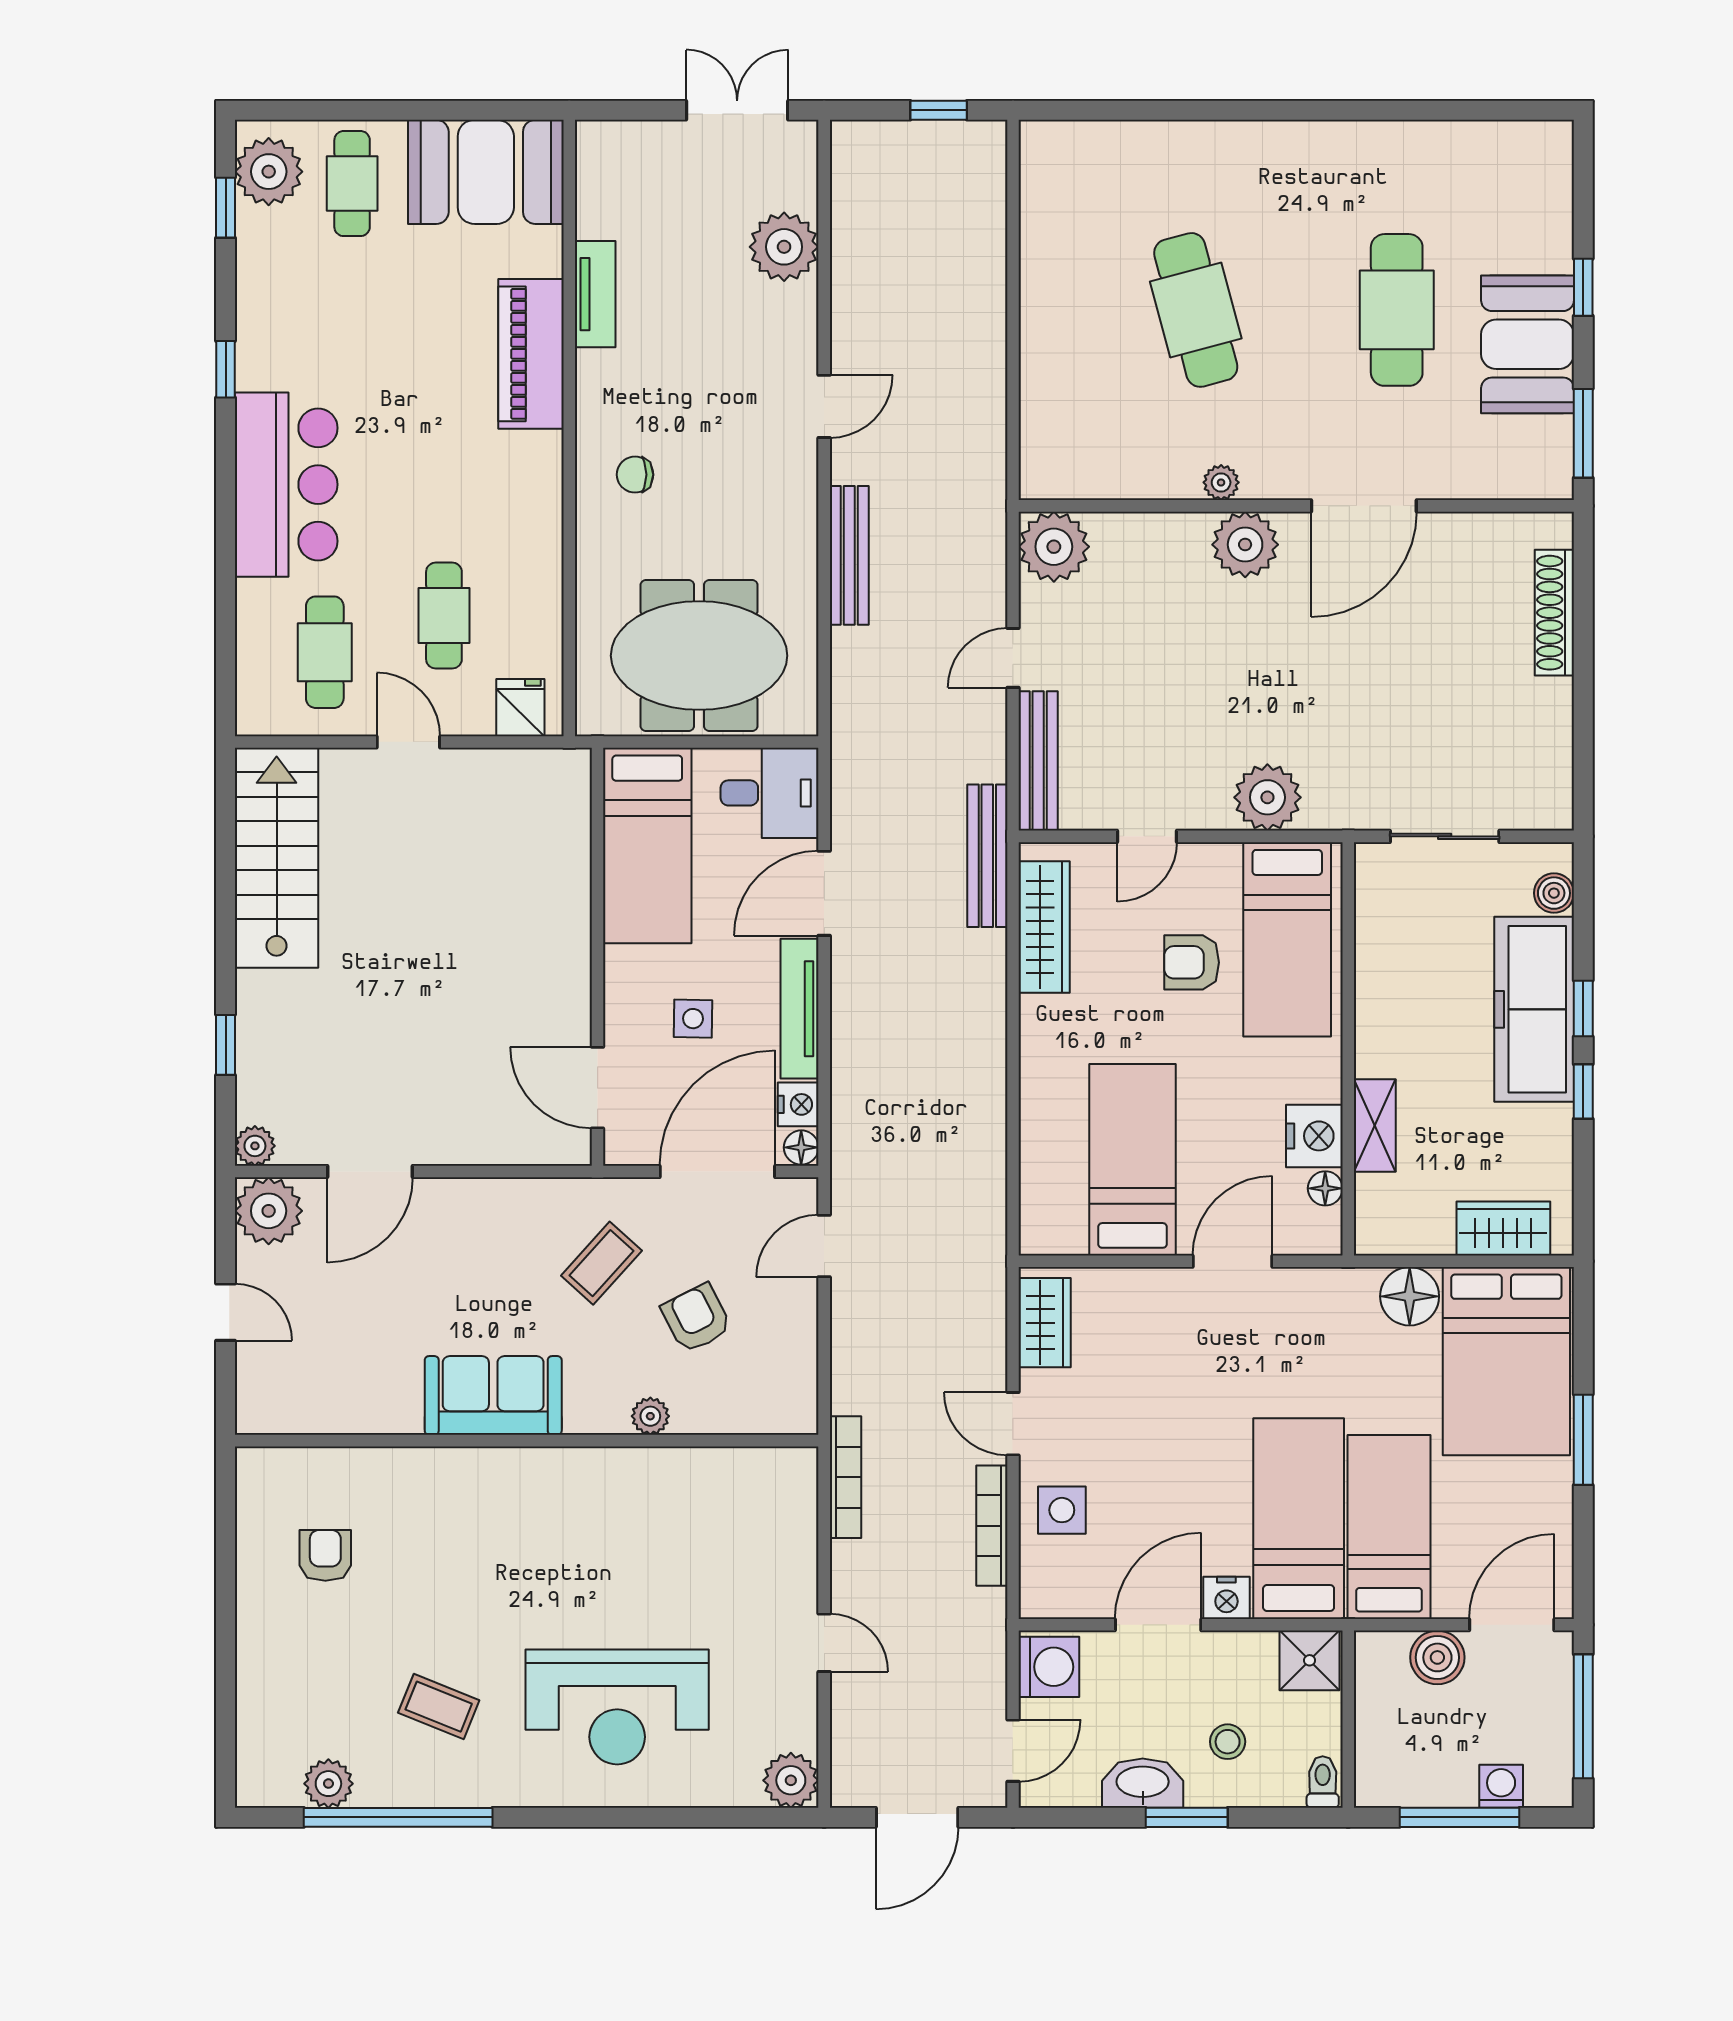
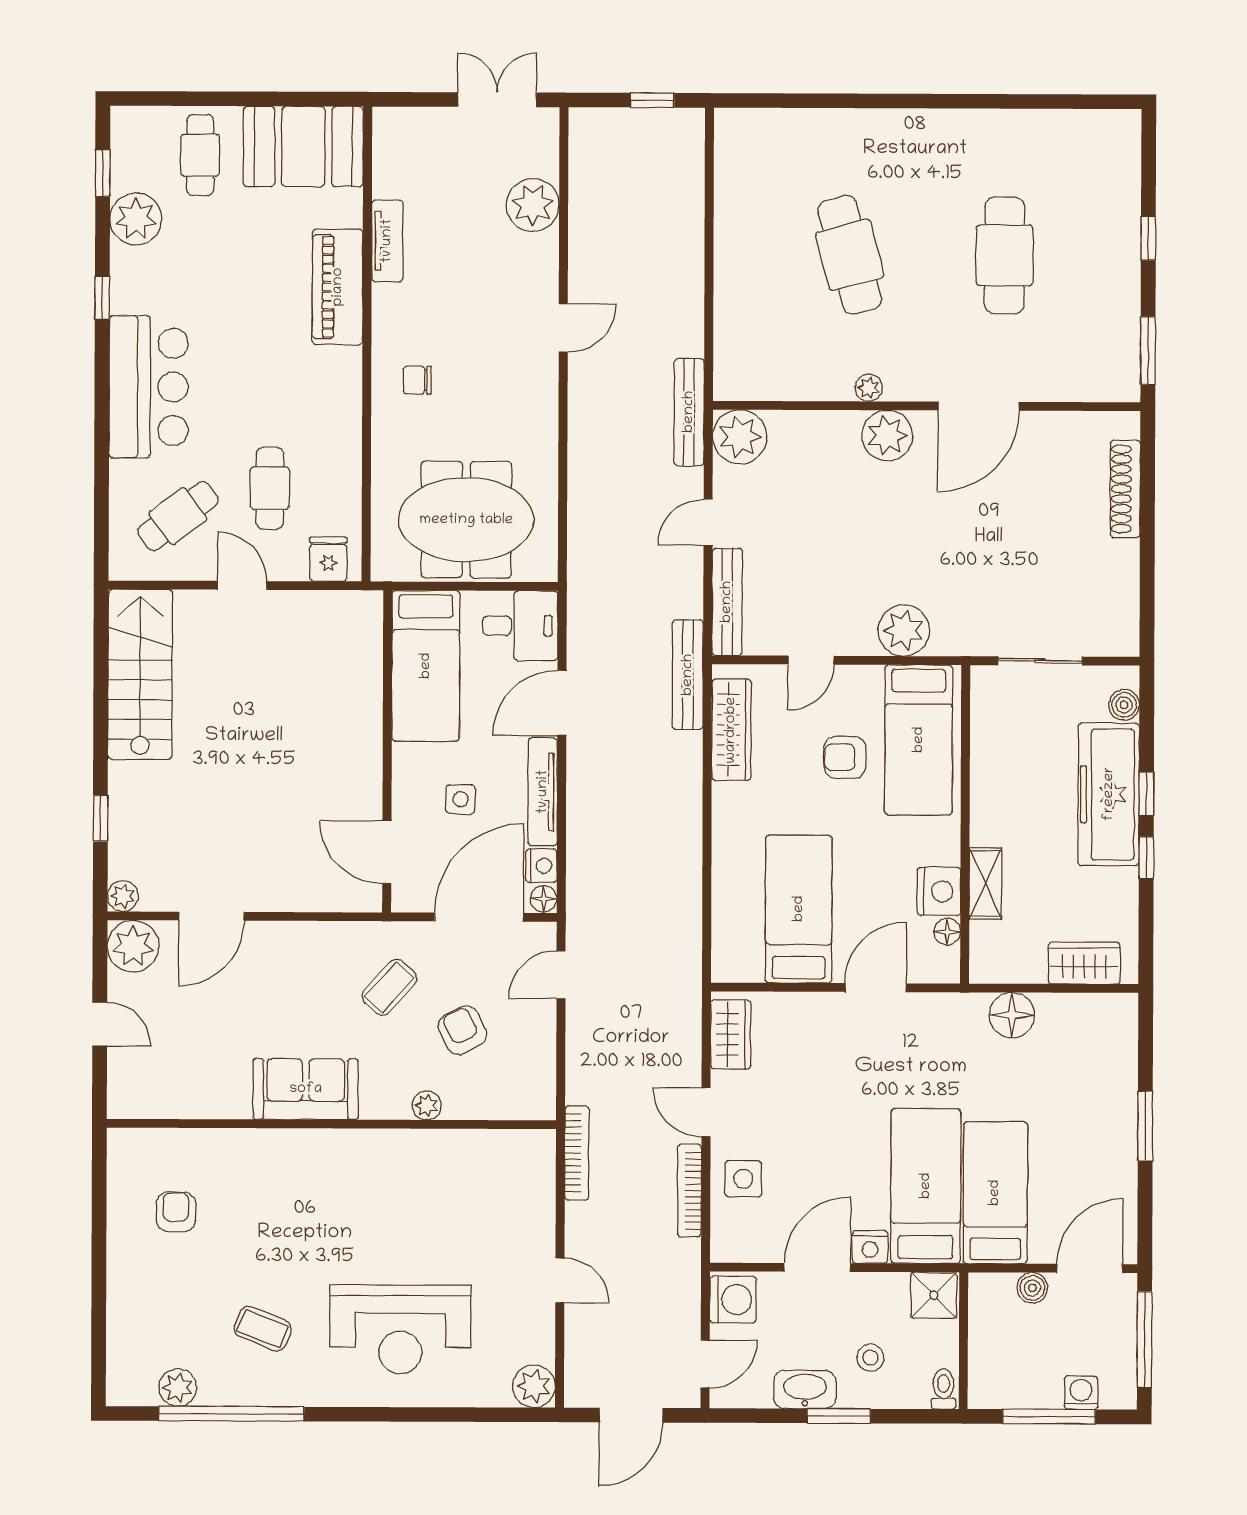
plant: (269, 172) -> (136, 219), moved
booth: (1528, 344) -> (1105, 282), removed
bench: (849, 555) -> (689, 412), moved
cafe table: (325, 652) -> (178, 516), turned 53
bed: (1506, 1361) -> (1086, 1065), removed
boiler: (1437, 1657) -> (1032, 1288), width x0.73, depth x0.73

